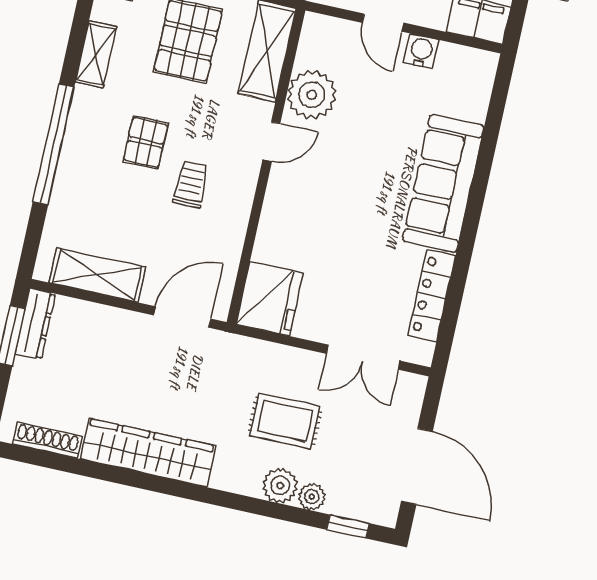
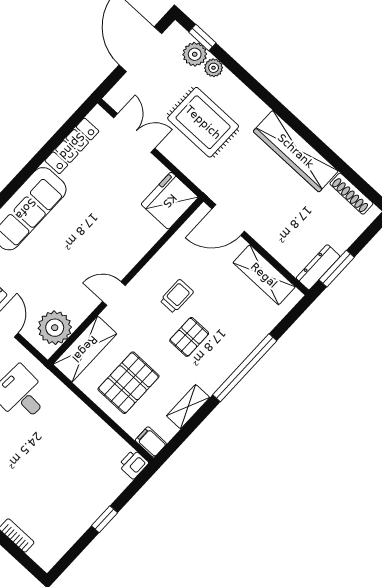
plant: (312, 95) -> (55, 328), moved
trolley: (191, 184) -> (177, 296), turned 180
rug: (285, 421) -> (203, 122), width x1.36, depth x1.43
plant: (280, 486) -> (195, 54), moved

